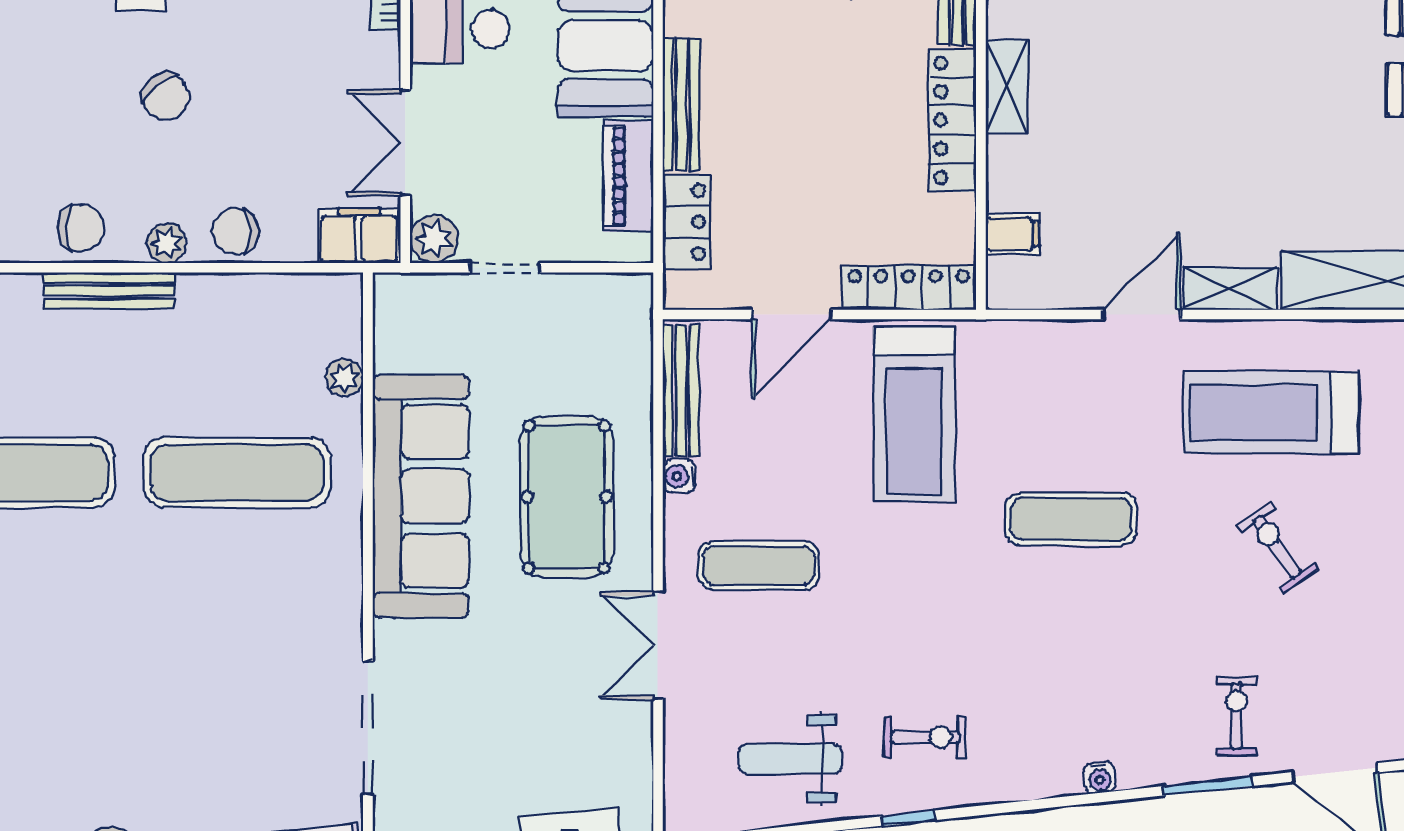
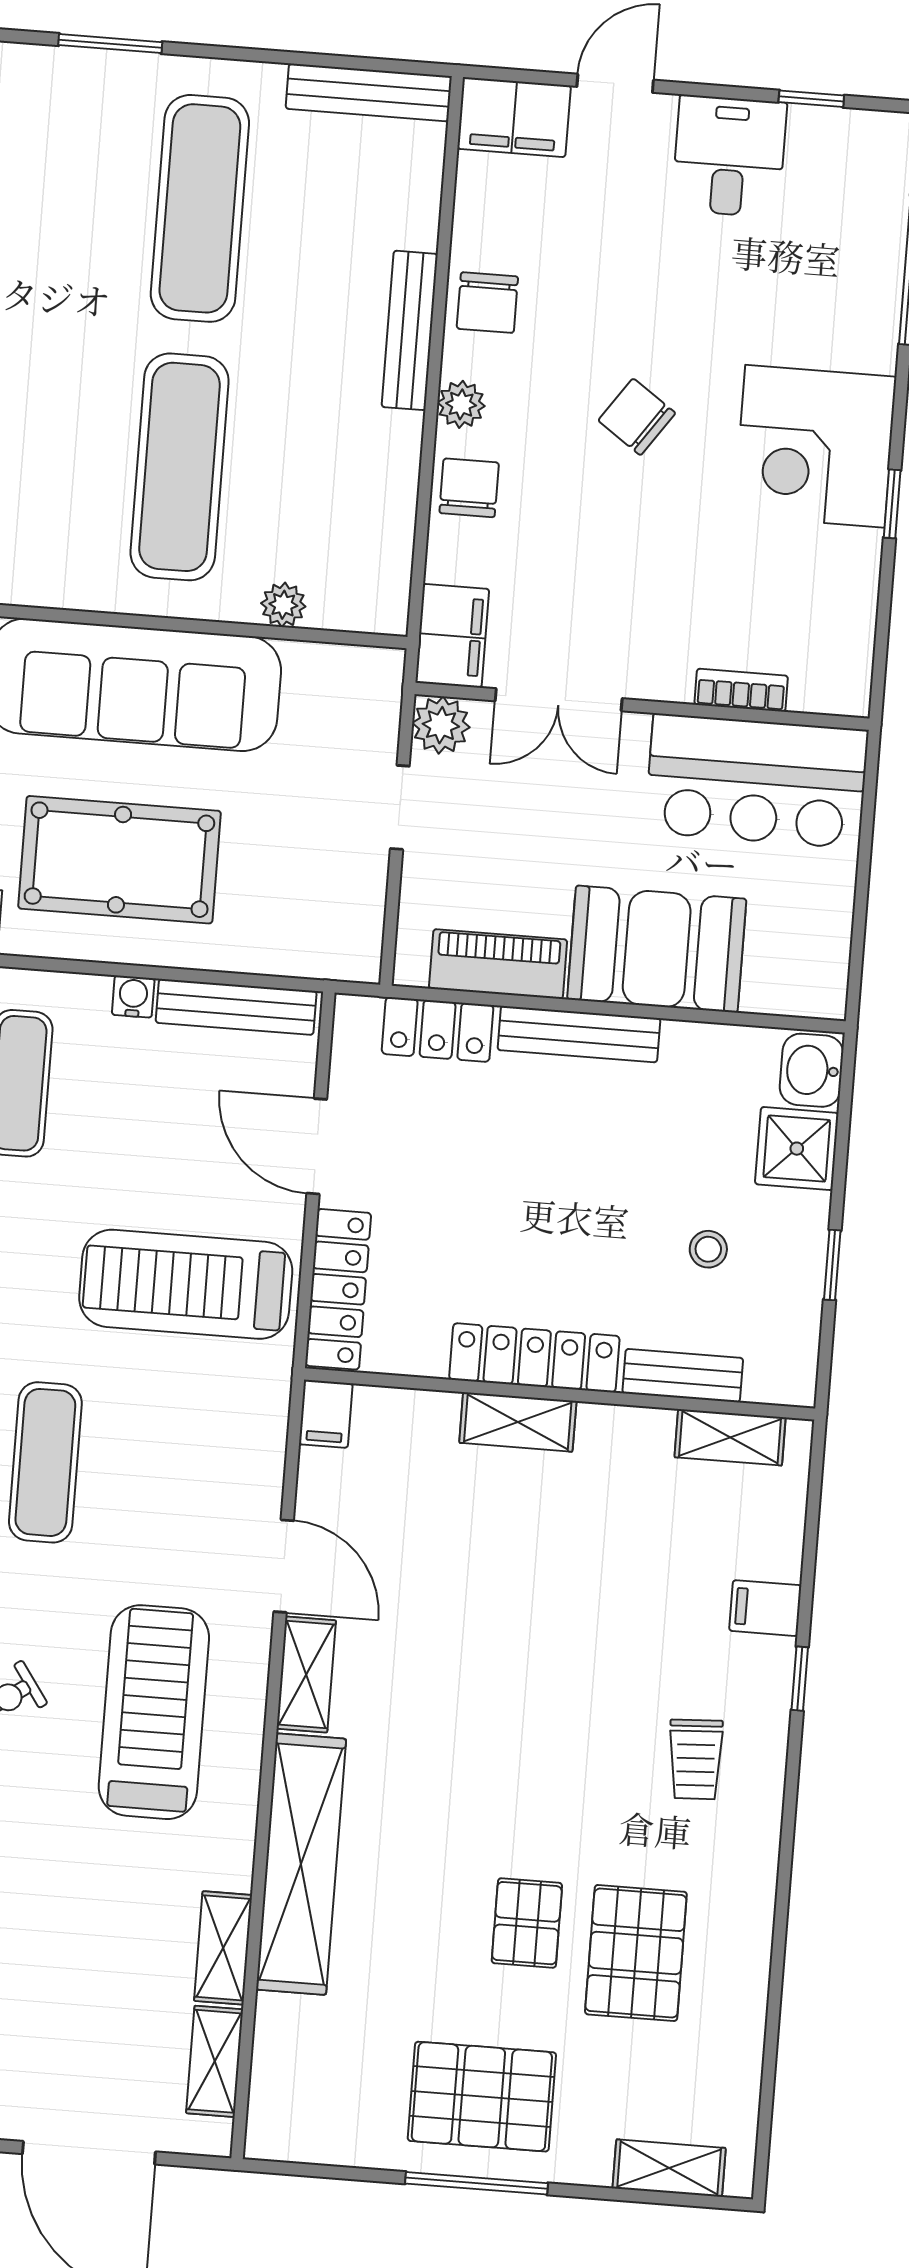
shelving: (1007, 87) -> (518, 1422), moved
chair: (166, 97) -> (637, 417), turned 73
double door: (405, 143) -> (559, 700), swing flipped
filing cabinet: (1013, 234) -> (326, 1414), moved

